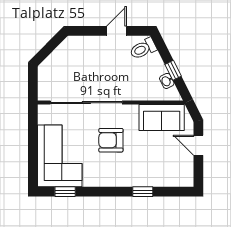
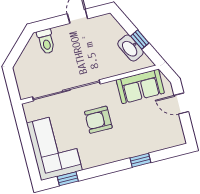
toilet: (143, 49) -> (46, 41), moved, turned -63
washbasin: (167, 81) -> (130, 48), width x1.91, depth x1.45

